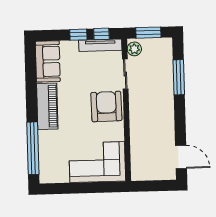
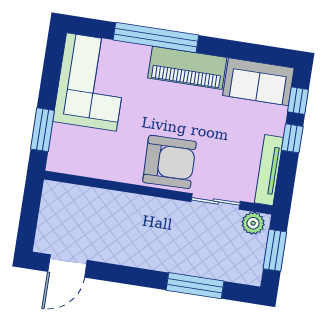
window: (101, 34) -> (298, 101), moved
window: (33, 148) -> (156, 37), moved
corner sofa: (97, 162) -> (91, 82), moved
window: (101, 187) -> (43, 130), added

